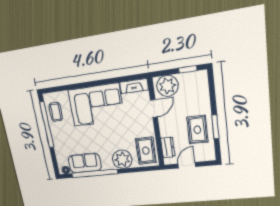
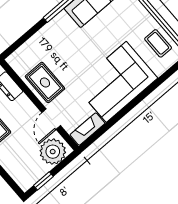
rug: (146, 151) -> (45, 82), moved
plant: (122, 159) -> (49, 38), removed

